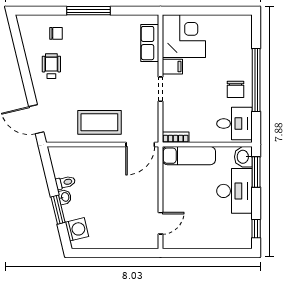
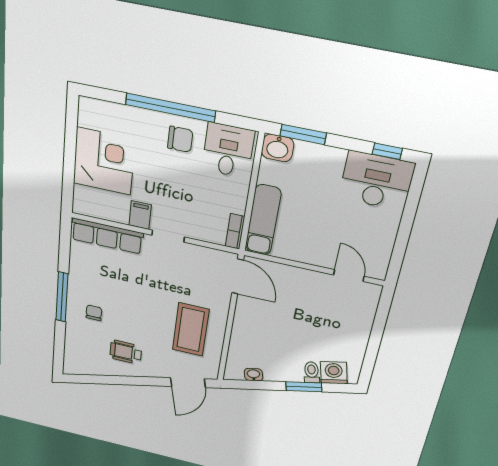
chair: (56, 33) -> (94, 313), moved
corner desk: (184, 36) -> (104, 161), moved, turned 90
row of seats: (150, 43) -> (107, 236), width x1.48
coffee table: (99, 122) -> (191, 330), moved
toilet: (65, 182) -> (312, 372), moved
desk: (234, 191) -> (376, 181), moved
washbasin: (65, 197) -> (253, 375), moved

